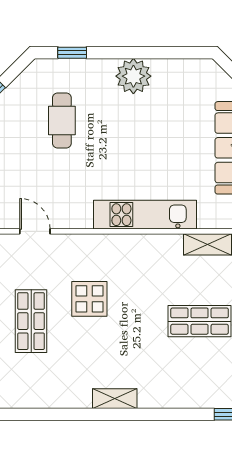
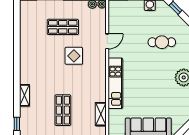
door: (35, 231) -> (107, 41), moved
shelving: (115, 399) -> (25, 95), moved

